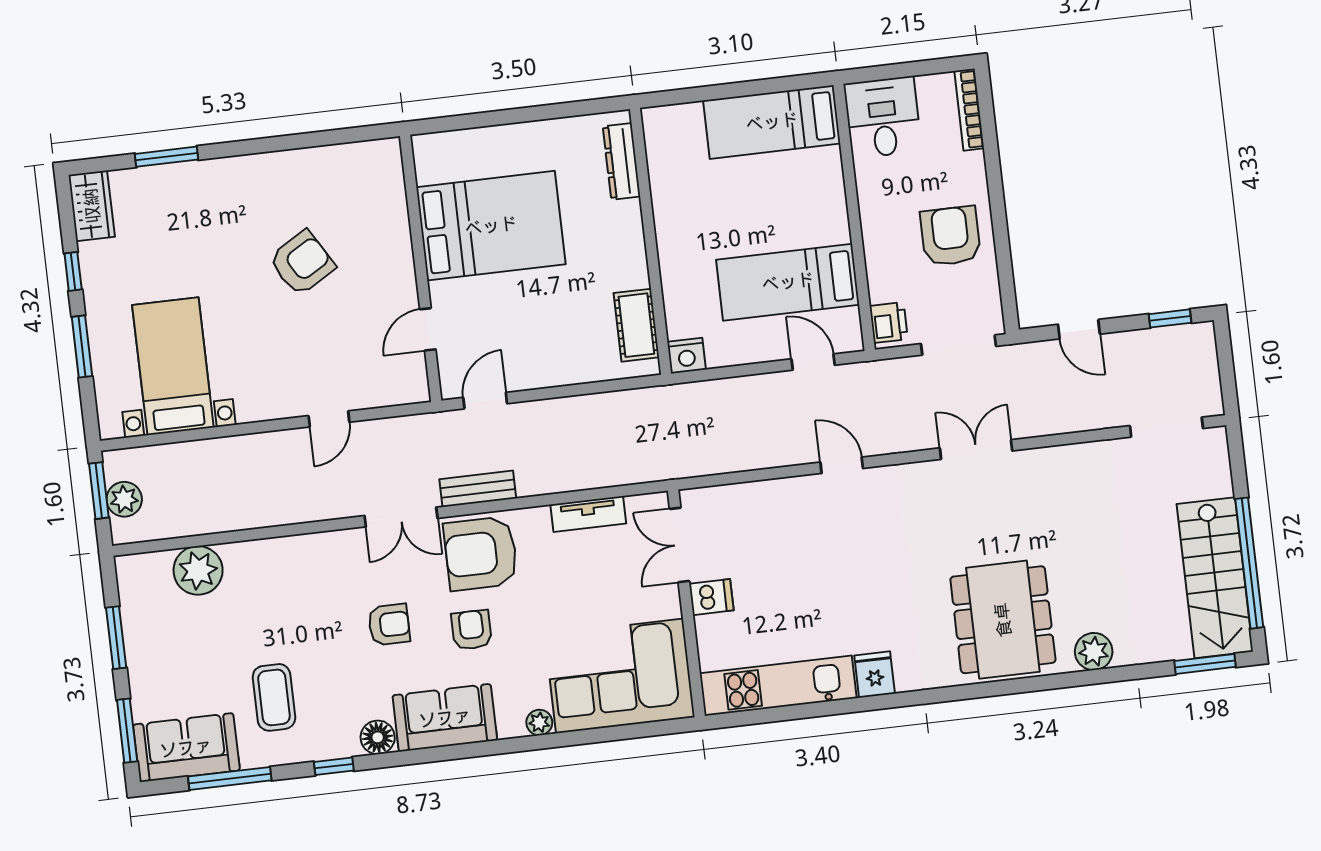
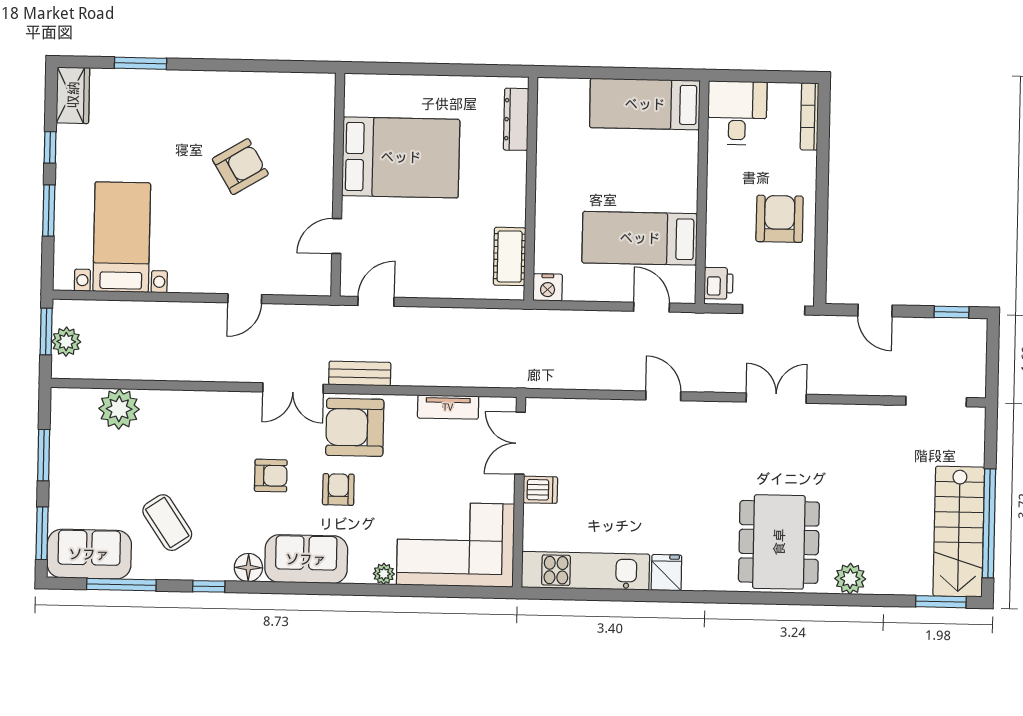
coffee table: (274, 697) -> (167, 523), turned -34

